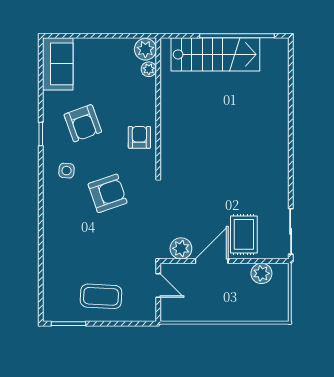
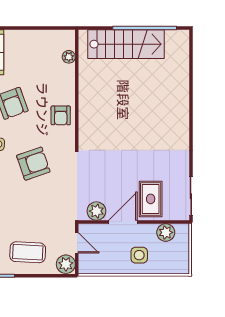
plant: (145, 49) -> (66, 264), moved
armchair: (139, 137) -> (61, 115), turned 180
side table: (231, 300) -> (139, 255), added

